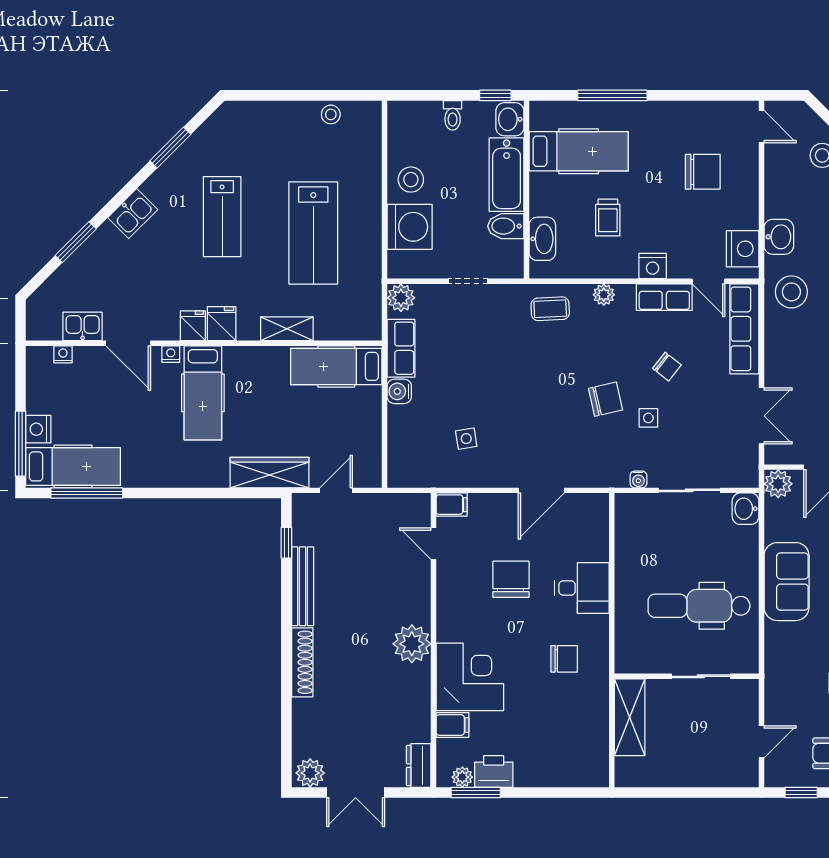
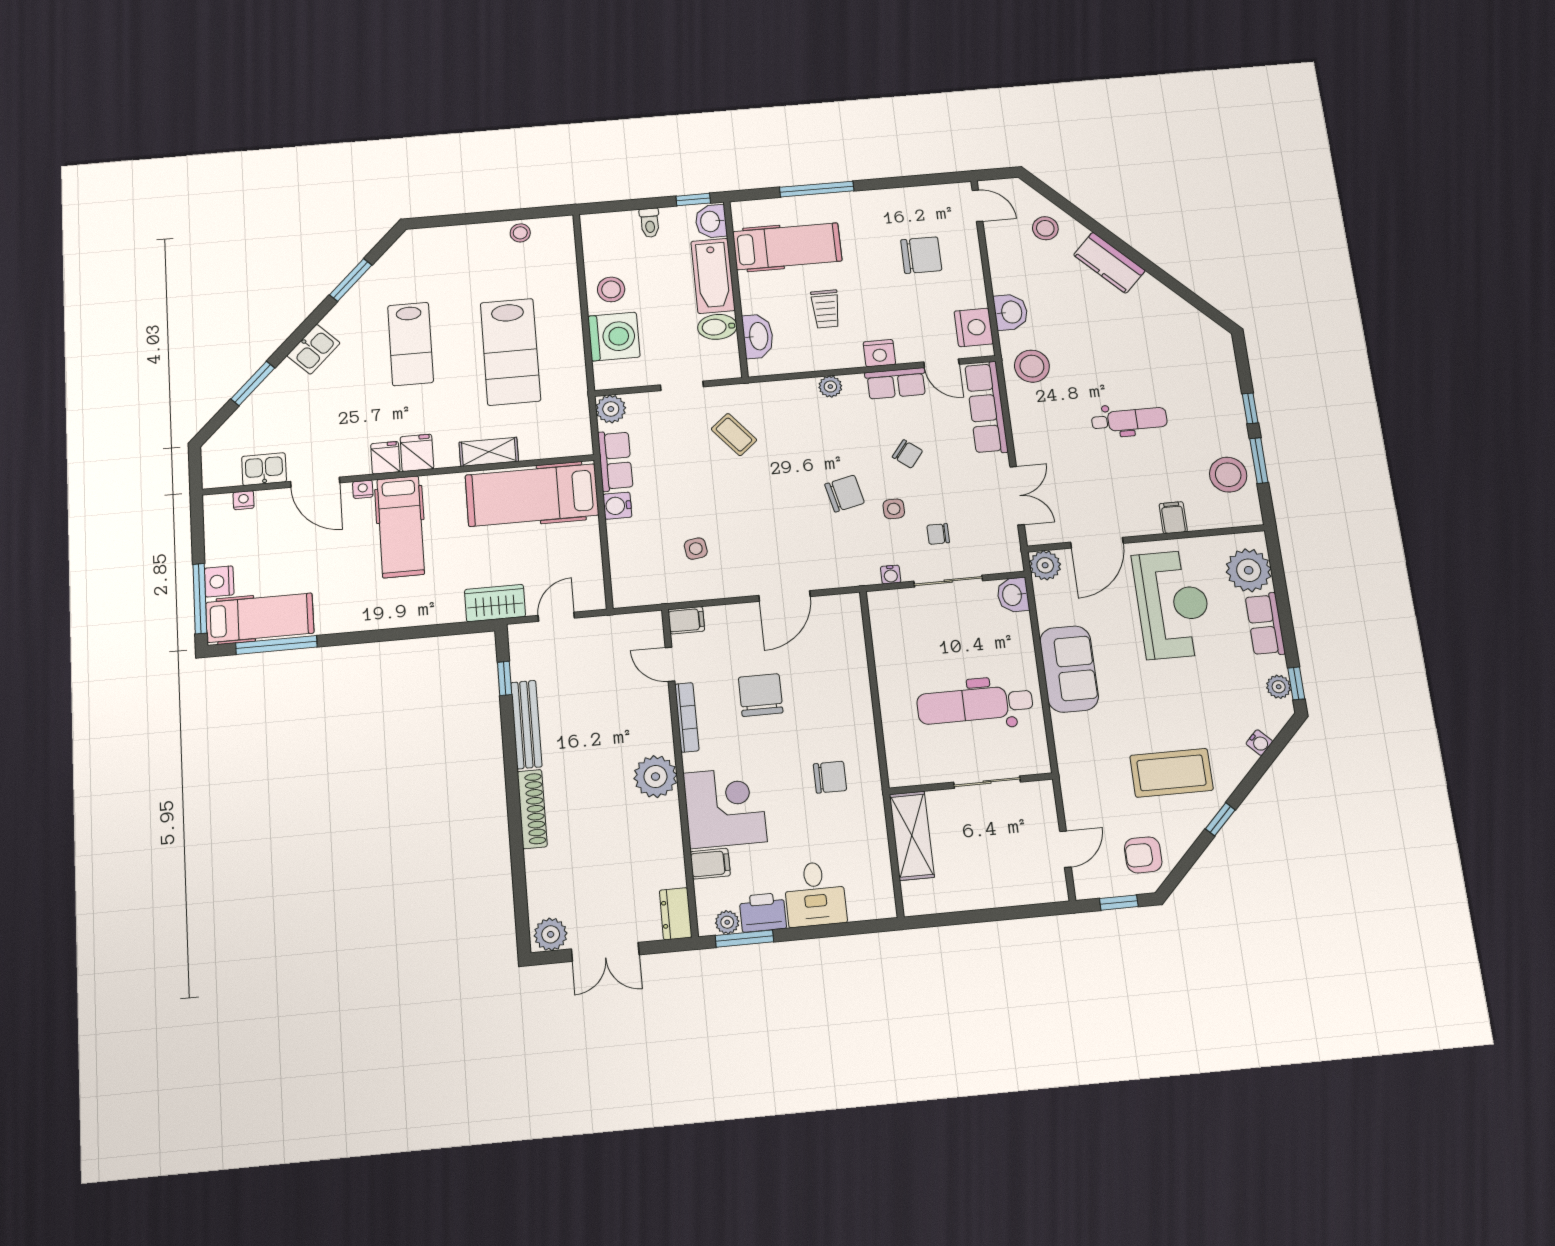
coffee table: (550, 309) -> (734, 435), moved, turned 53
hospital bed: (336, 366) -> (532, 495), width x1.37, depth x1.29
chair: (686, 445) -> (938, 534), added
wardrobe: (270, 473) -> (495, 603), width x0.67
desk: (582, 588) -> (815, 894), moved, turned 90
bookcase: (444, 593) -> (687, 717), added

